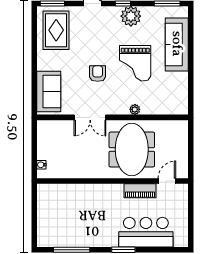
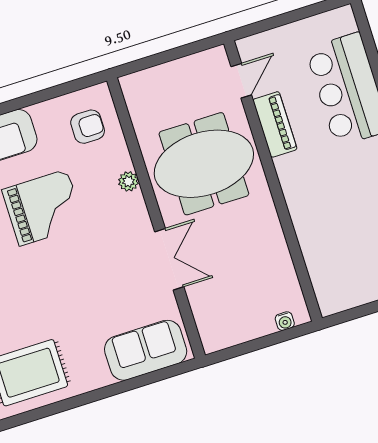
armchair: (98, 74) -> (88, 127), moved, turned 180
door: (167, 181) -> (241, 81), swing flipped

